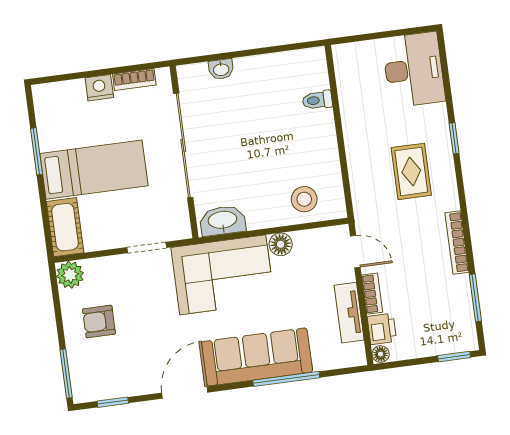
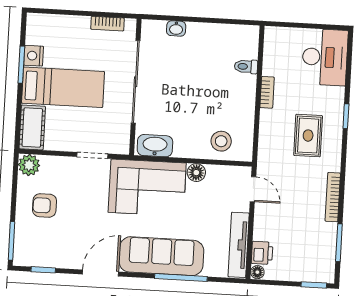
nightstand: (99, 88) -> (34, 56), moved, turned -90
bookcase: (372, 294) -> (267, 92), moved
tv unit: (349, 313) -> (239, 245), width x1.41

